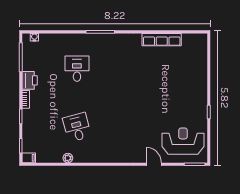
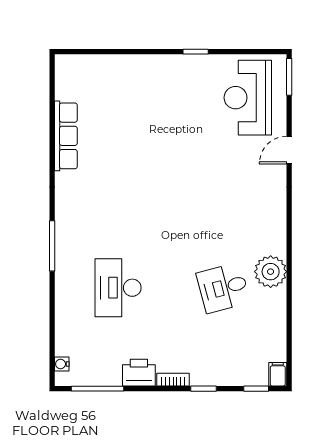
desk: (77, 69) -> (118, 288), width x1.37
plant: (68, 158) -> (271, 272), moved, width x1.87, depth x1.87

